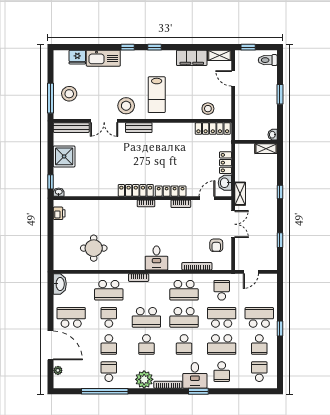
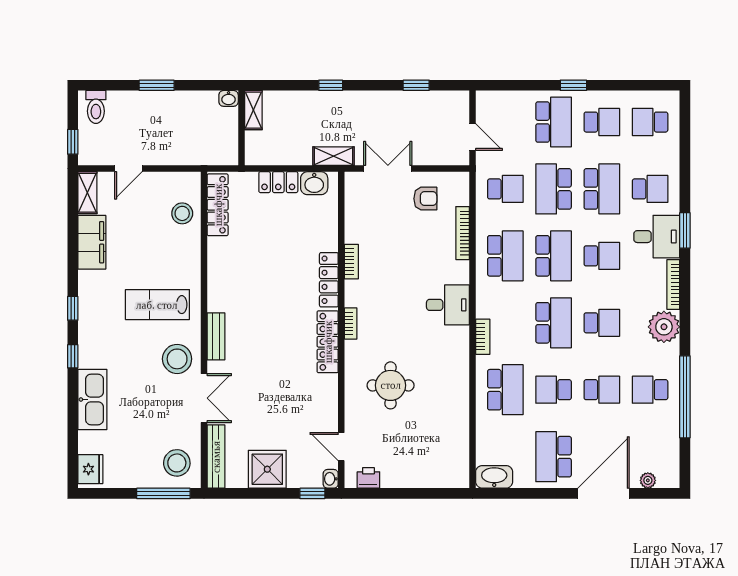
fridge: (77, 57) -> (90, 469), moved
stool: (69, 94) -> (177, 463), moved
lab bench: (157, 95) -> (157, 305), turned 180
door: (207, 198) -> (341, 447), moved
round table: (94, 248) -> (391, 385), moved
school desk: (222, 290) -> (505, 189), turned 180
school desk: (259, 317) -> (554, 122), turned 180

